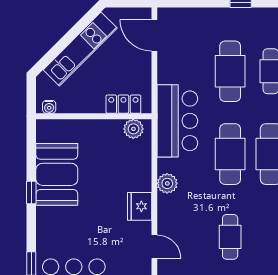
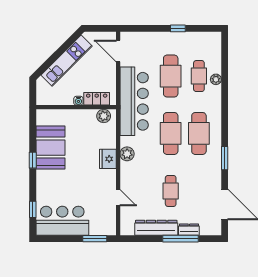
water cooler: (49, 107) -> (78, 101), moved
bar counter: (177, 121) -> (134, 101), width x1.36
fridge: (140, 206) -> (108, 159), moved

